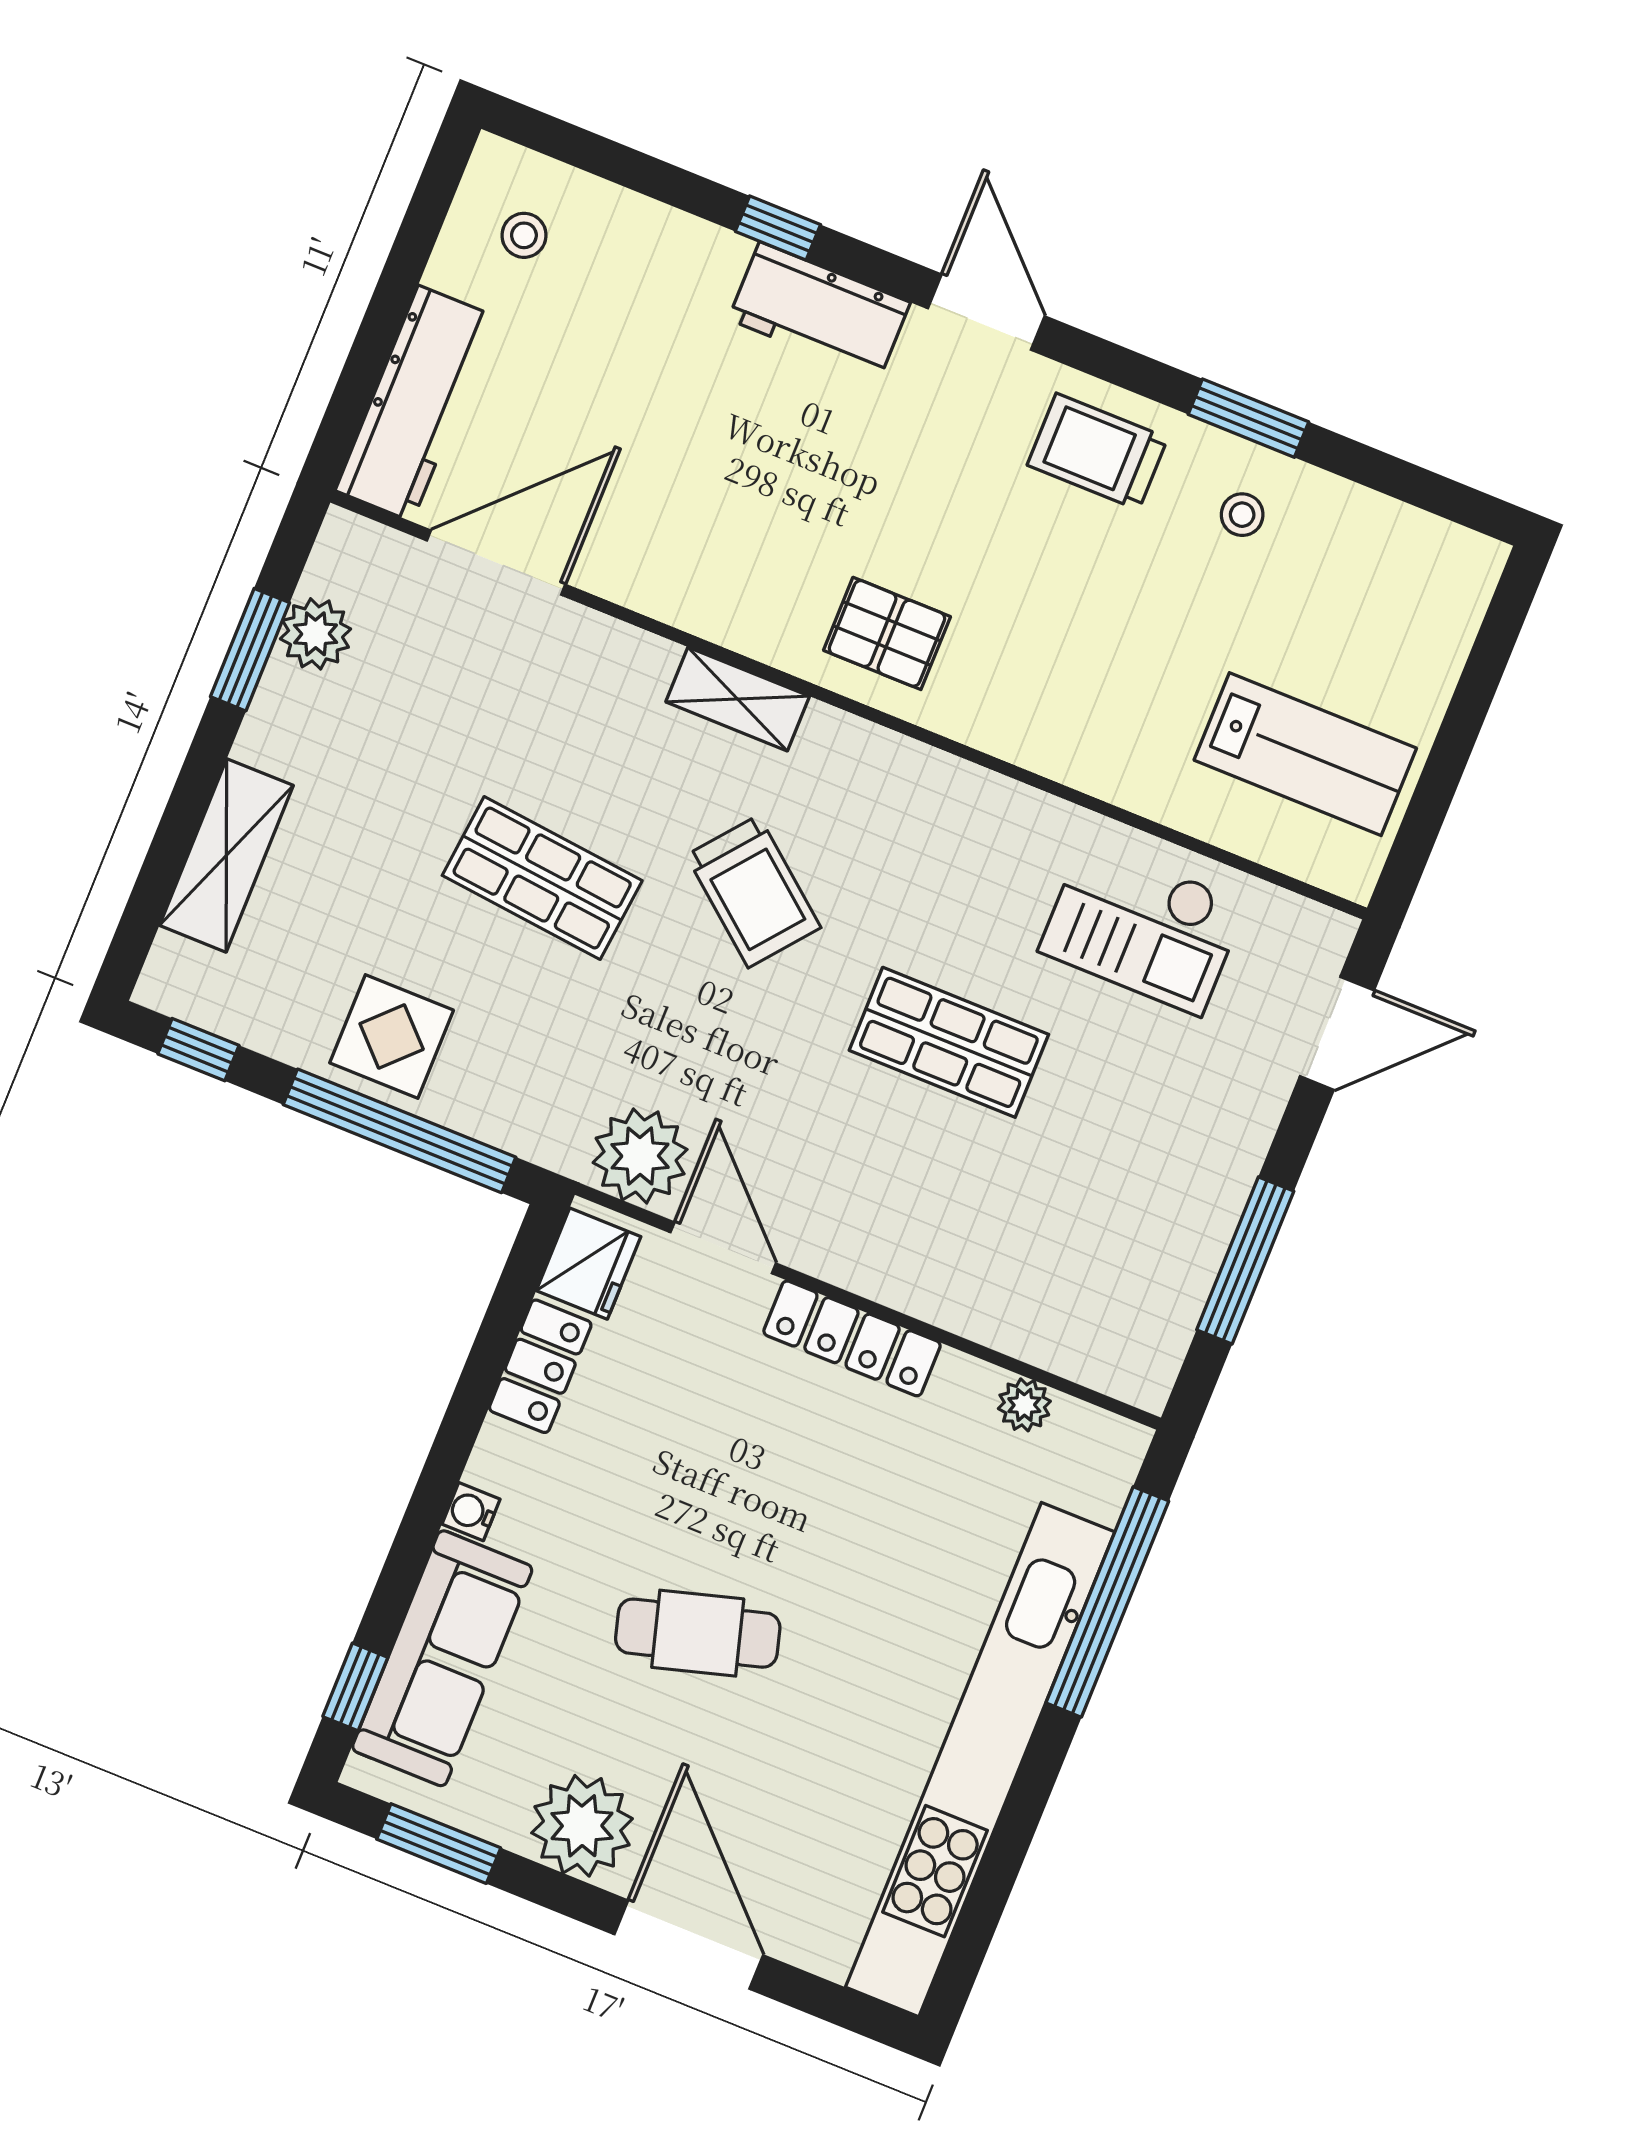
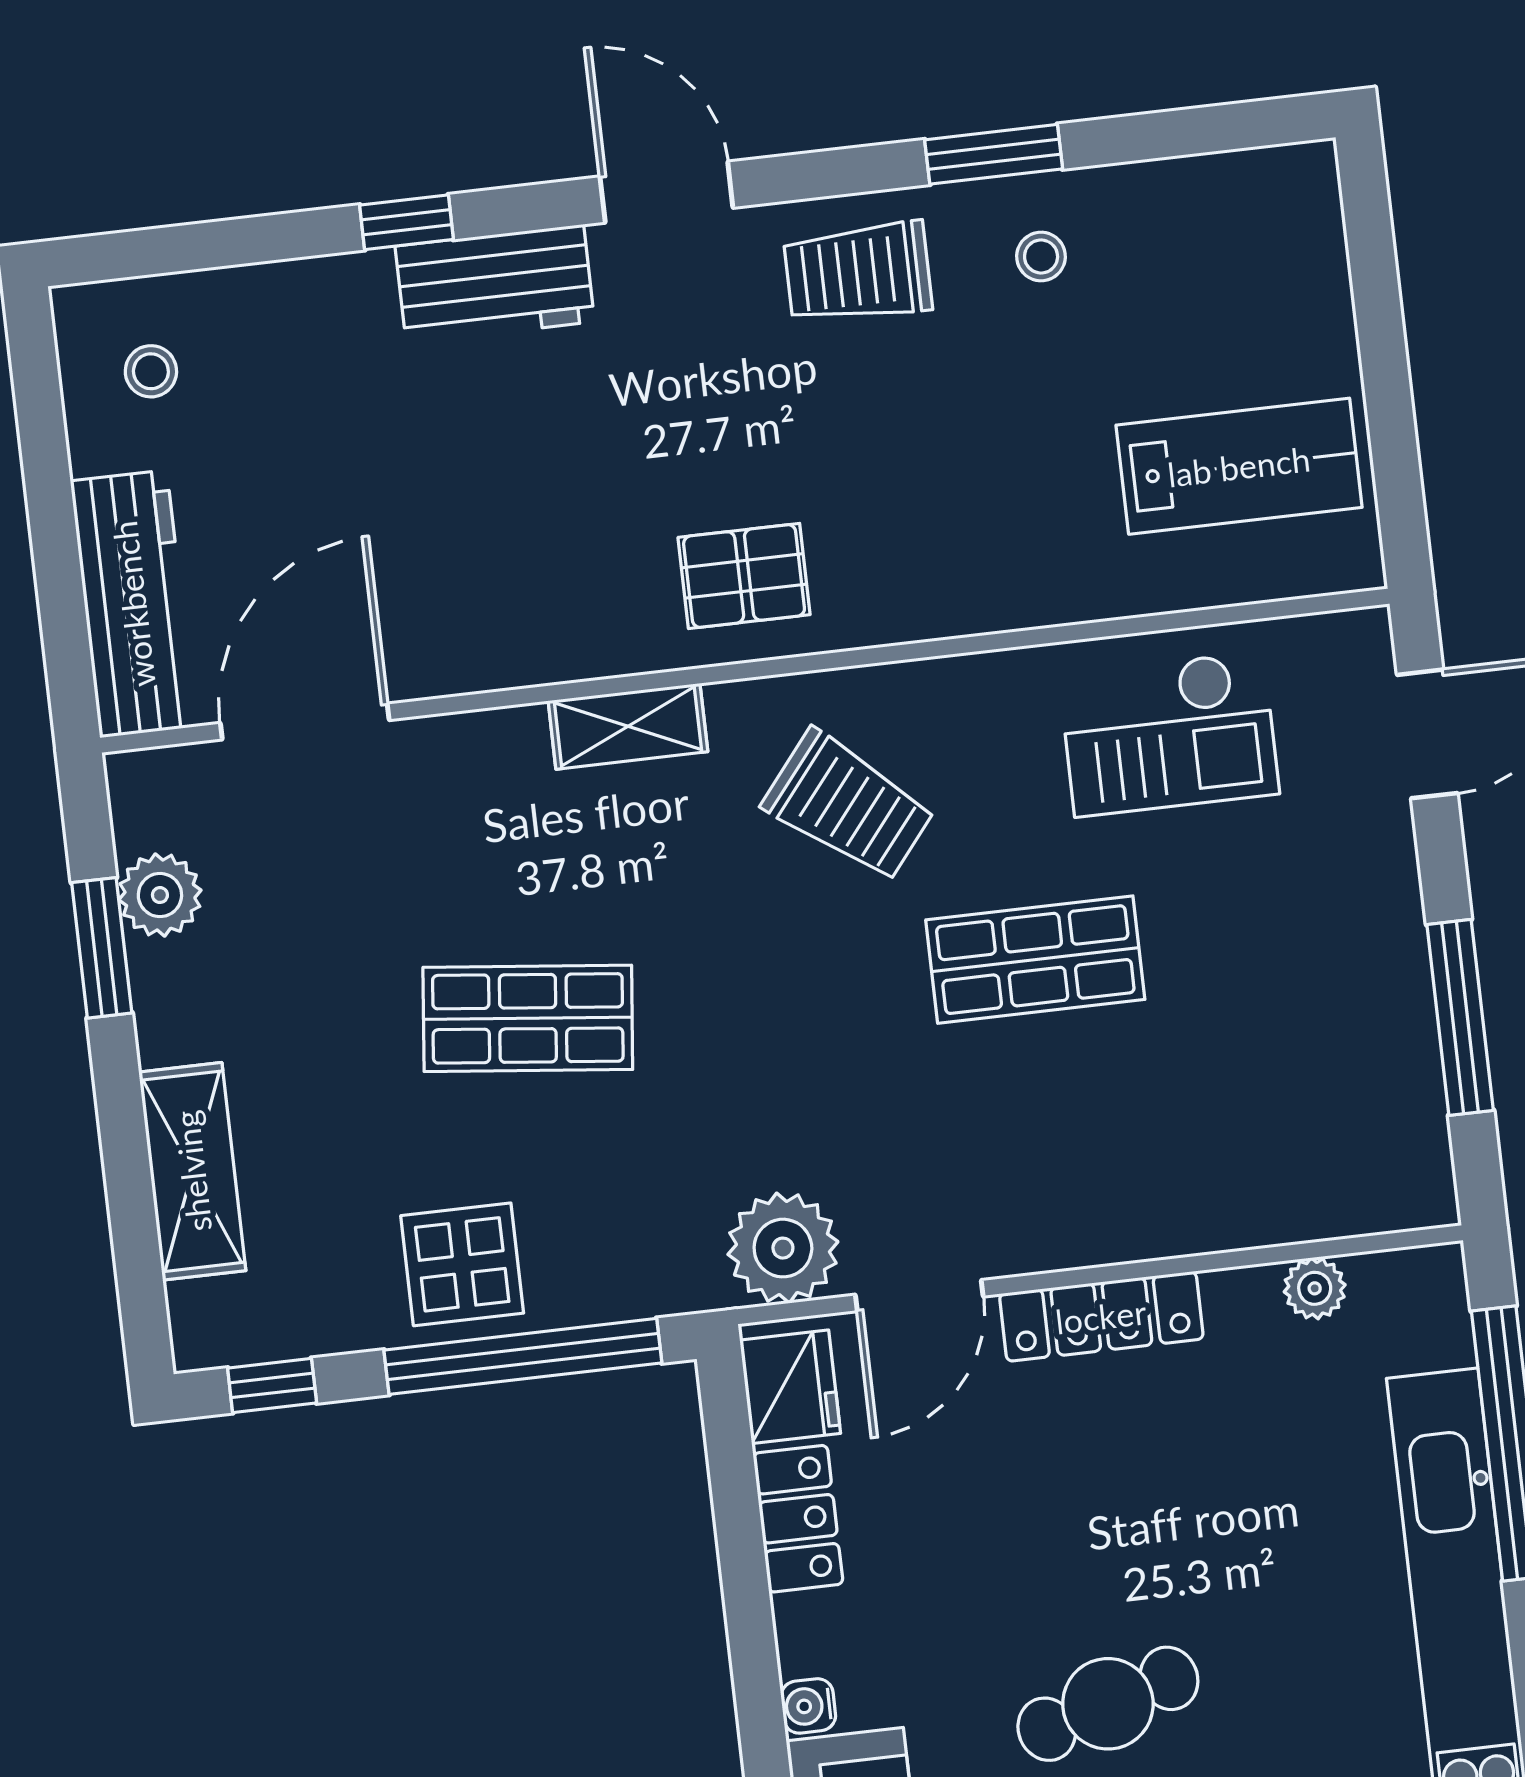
trolley: (753, 891) -> (849, 806), moved
door: (723, 1248) -> (919, 1296), swing flipped

